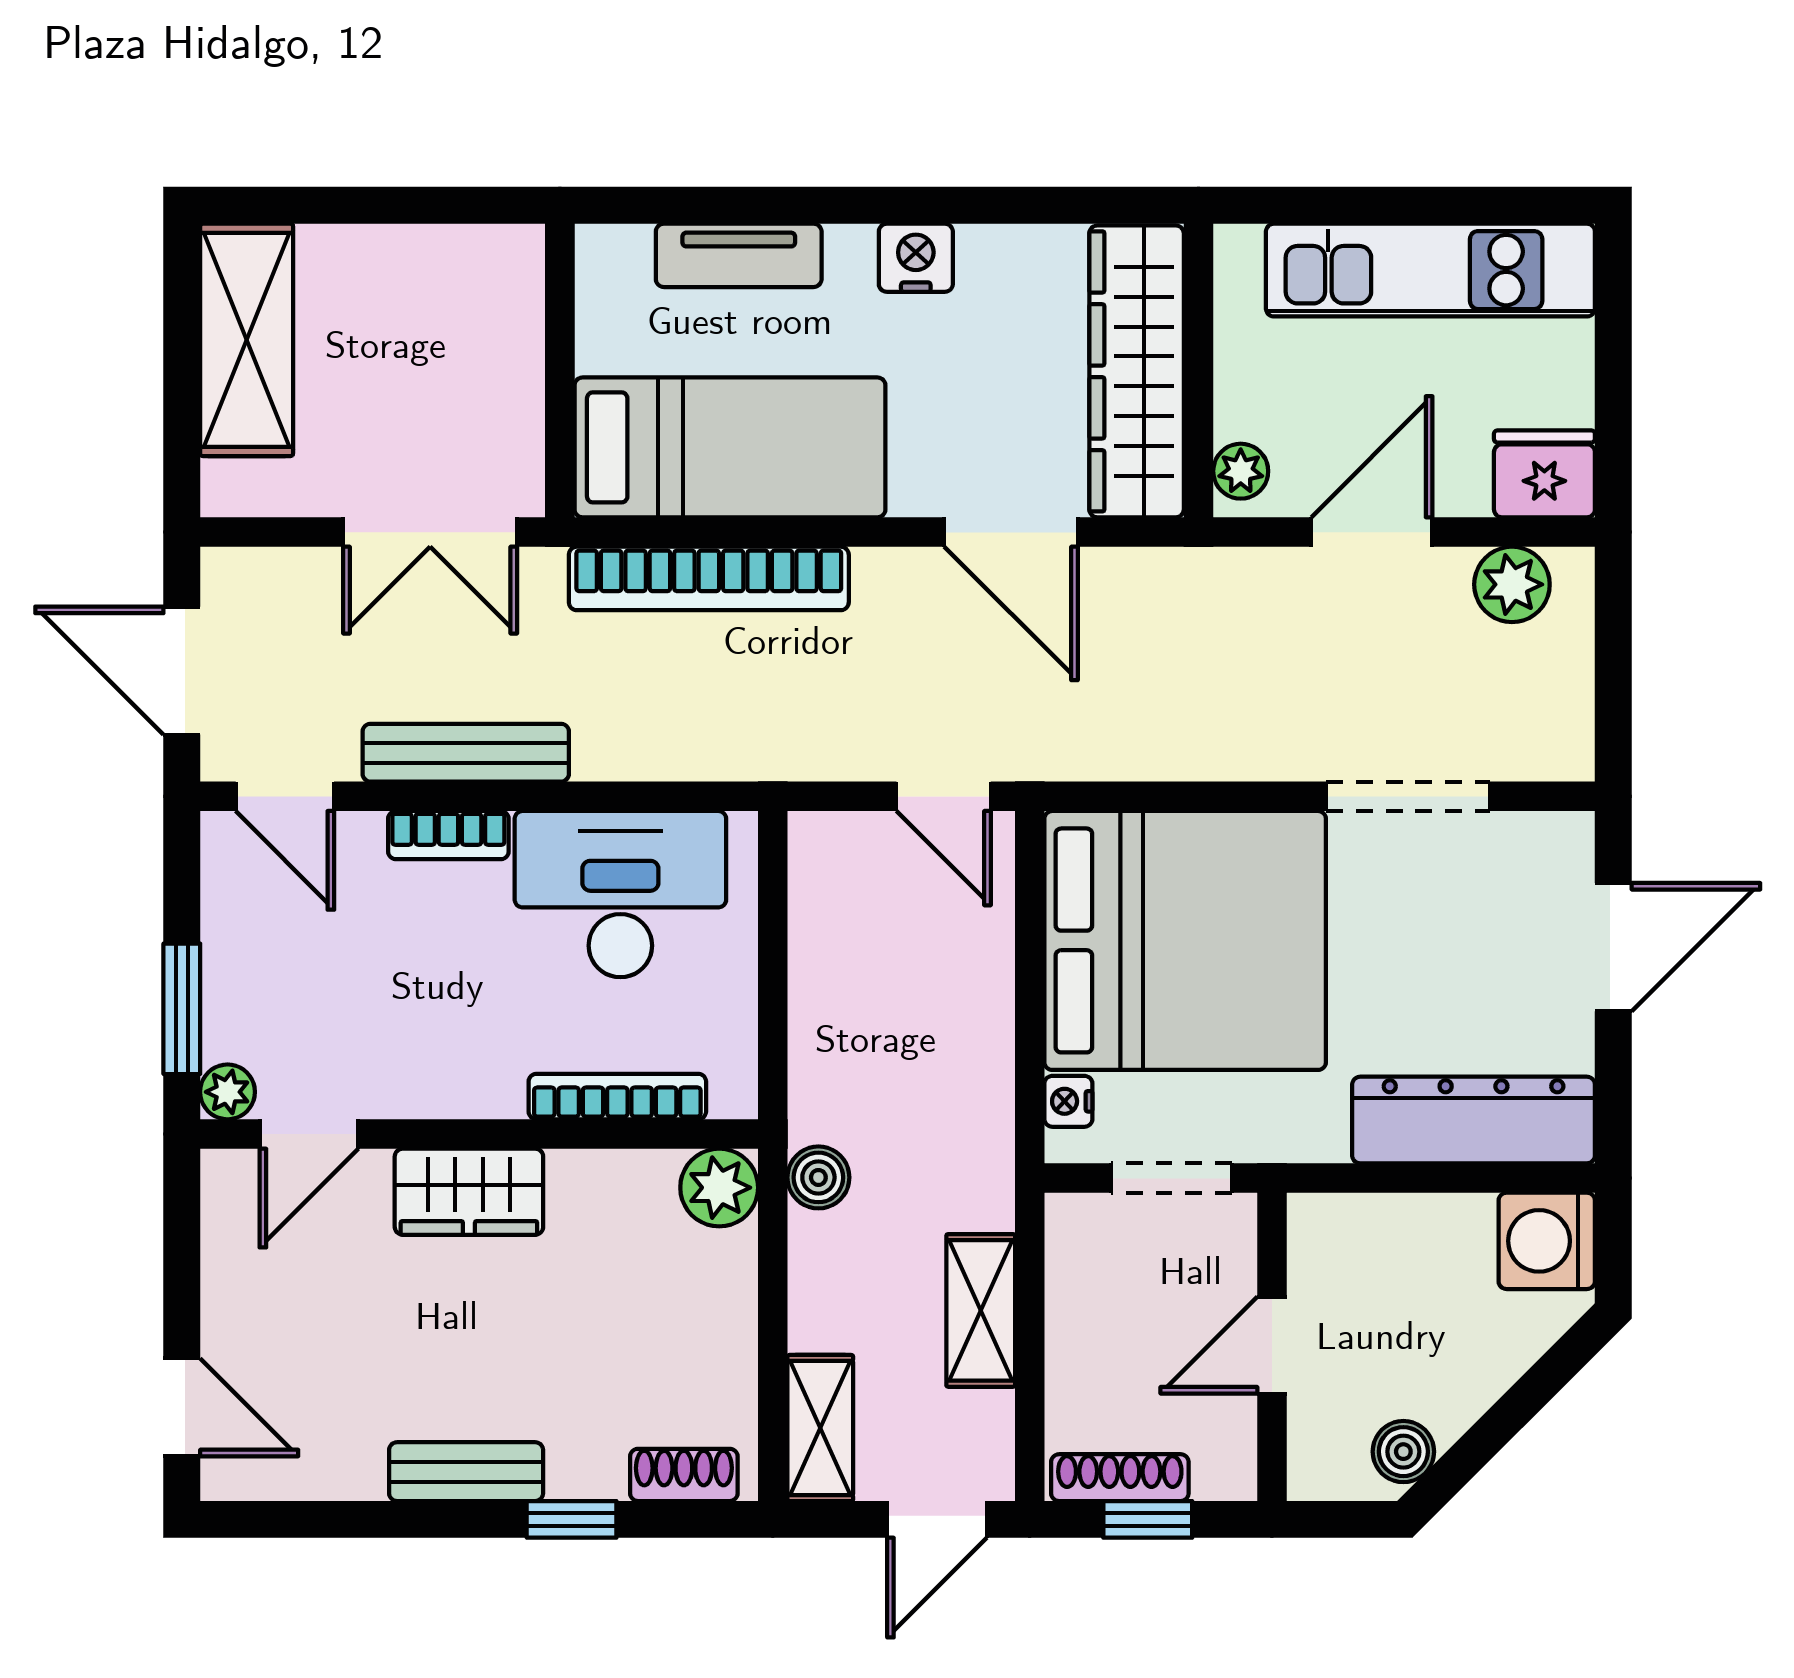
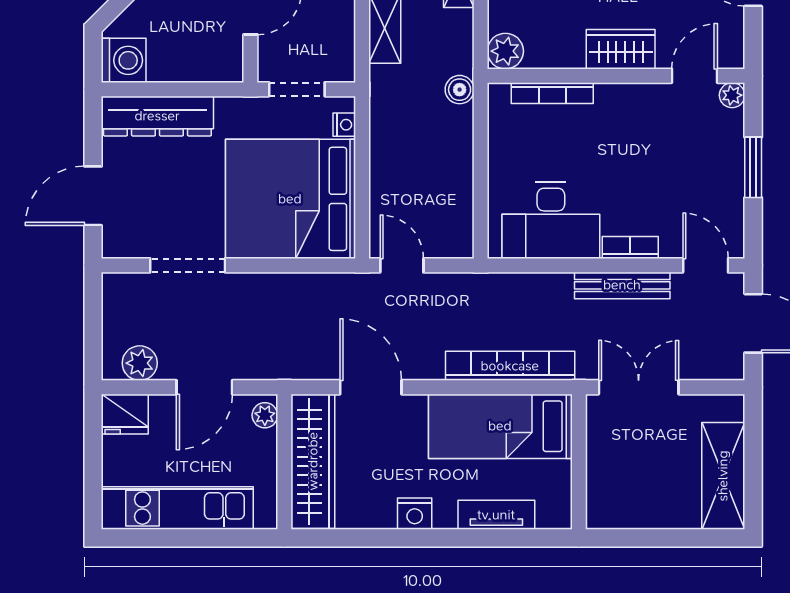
plant: (228, 1092) -> (732, 95), moved
bookcase: (617, 1097) -> (552, 93), moved
door: (309, 1134) -> (694, 76), moved
wall: (479, 1134) -> (616, 76), moved
plant: (719, 1188) -> (505, 51), moved
wardrobe: (469, 1192) -> (621, 49), moved

